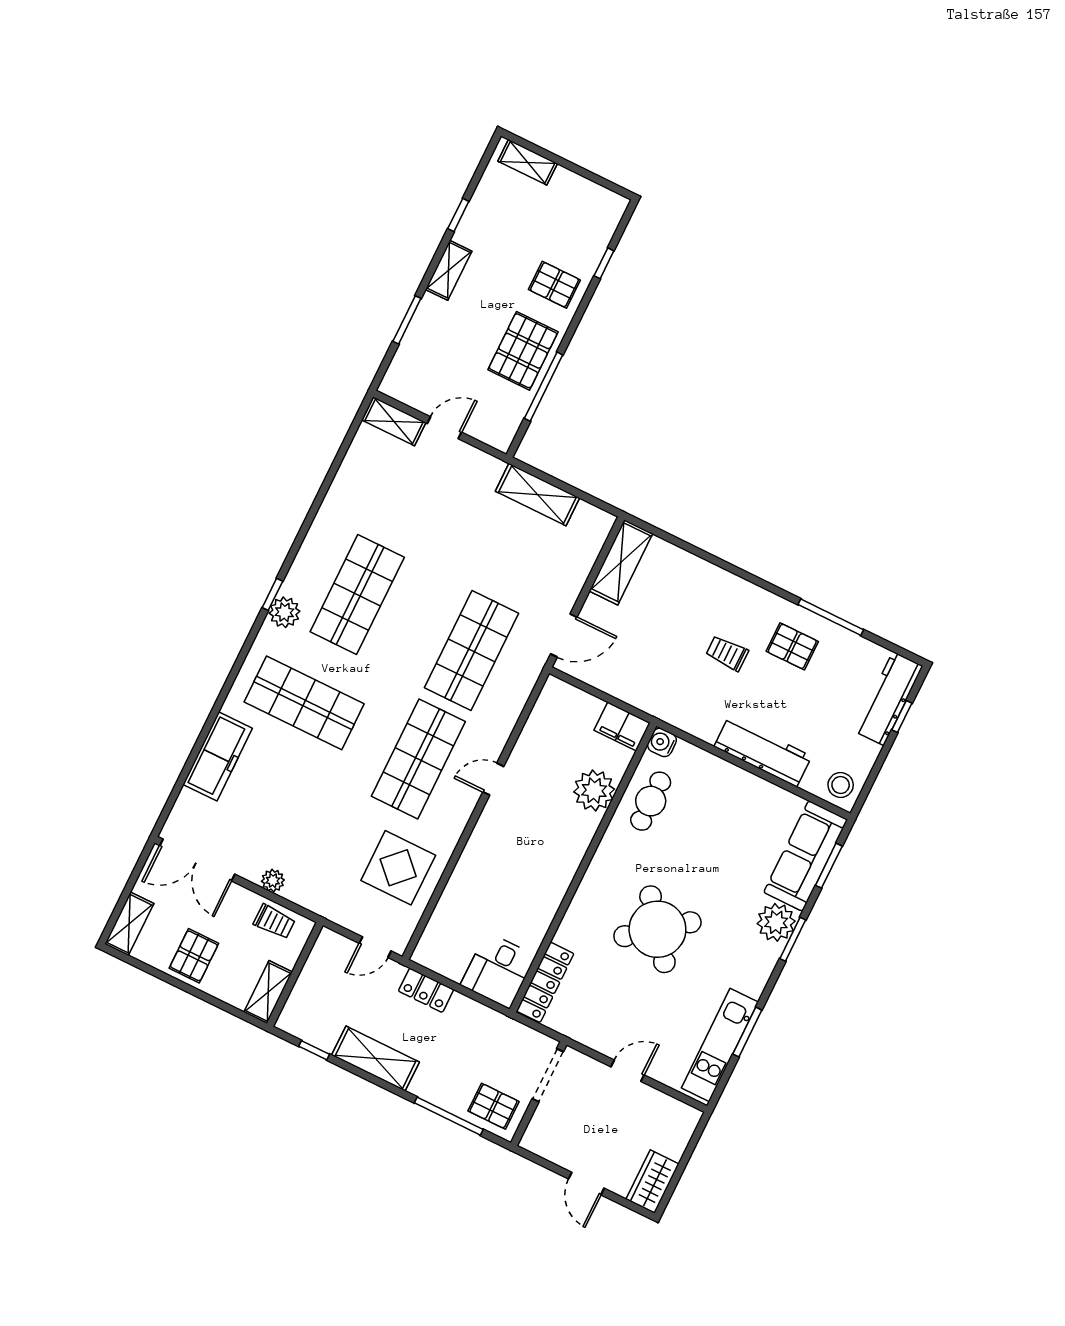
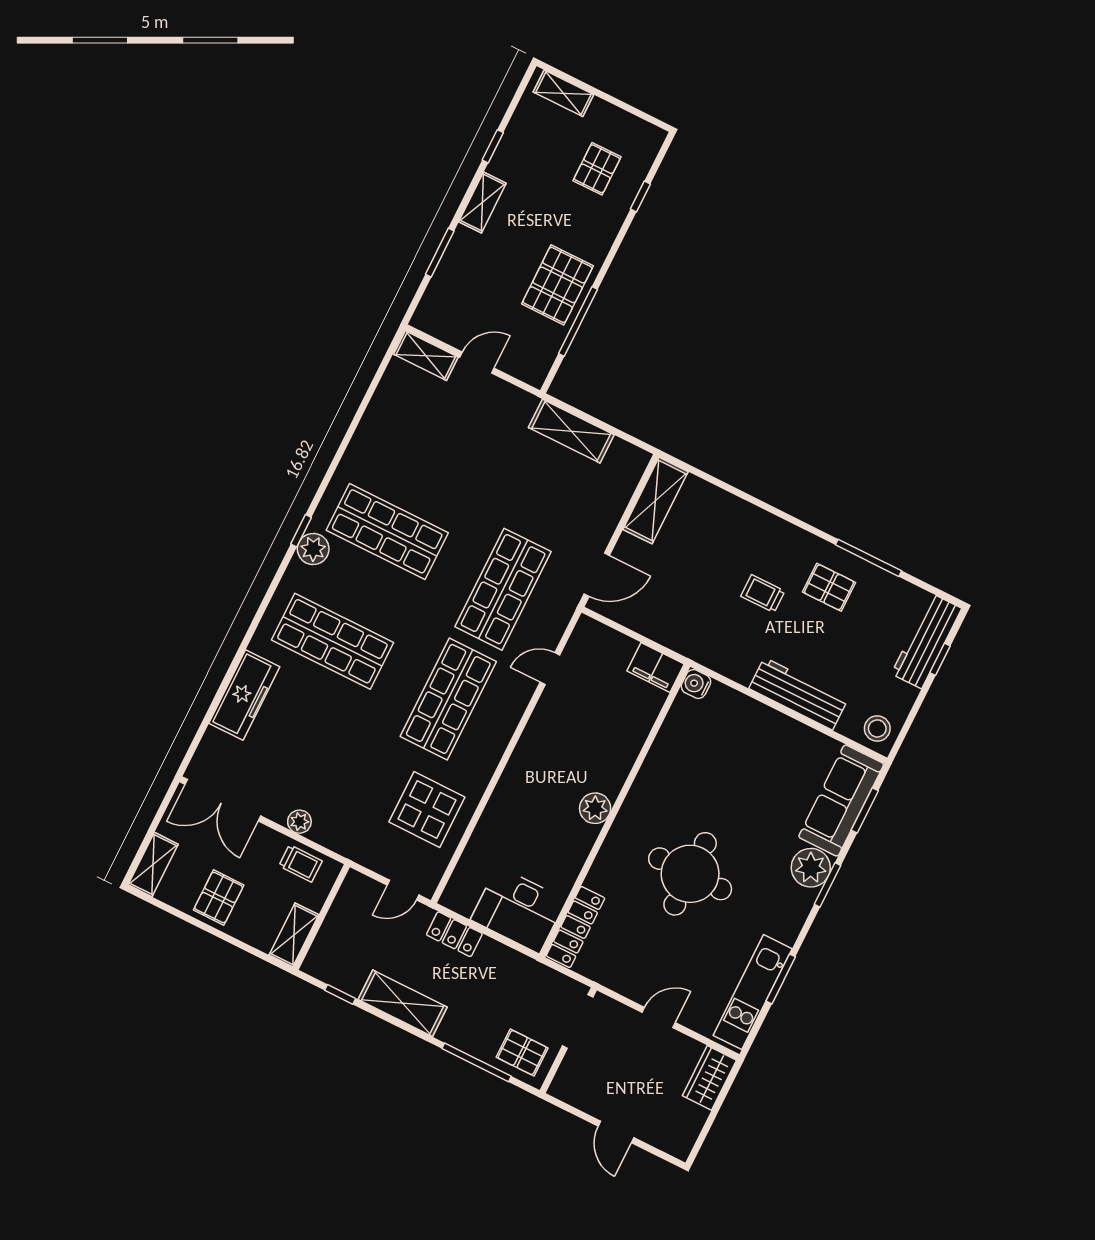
pallet: (554, 285) -> (597, 169), moved, turned 90
shop shelf: (357, 595) -> (387, 531), turned 90
door: (493, 779) -> (550, 669), moved
plant: (594, 791) -> (595, 808), moved, width x0.73, depth x0.73
cafe table: (651, 801) -> (684, 744), removed
round table: (657, 929) -> (690, 874), turned 38
desk: (498, 970) -> (518, 910), width x1.37
wardrobe: (653, 1182) -> (709, 1078), moved

